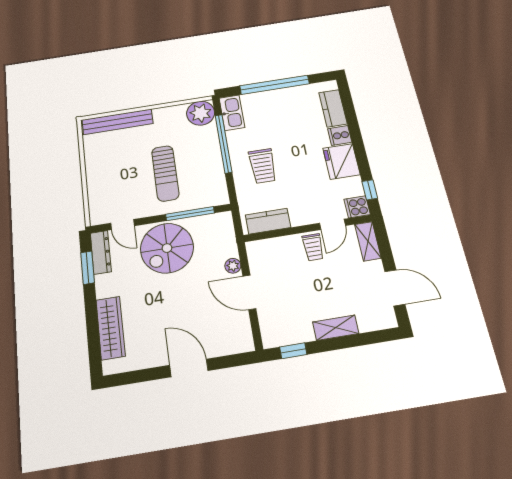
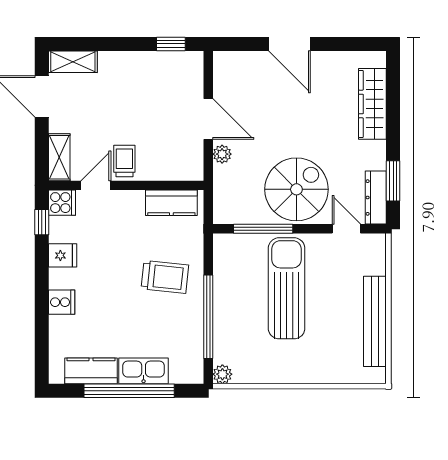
kitchen counter: (333, 108) -> (91, 371), moved, turned -90
plant: (201, 113) -> (222, 374), width x0.53, depth x0.53
kitchen sink: (232, 113) -> (144, 371), moved, turned 90
bench: (118, 122) -> (375, 321), moved, turned 90
fridge: (341, 161) -> (63, 255), width x0.53, depth x0.75
trolley: (263, 166) -> (165, 277), turned 96
sun lounger: (165, 173) -> (287, 288), width x1.36, depth x1.34
shelving: (336, 328) -> (73, 62), moved

